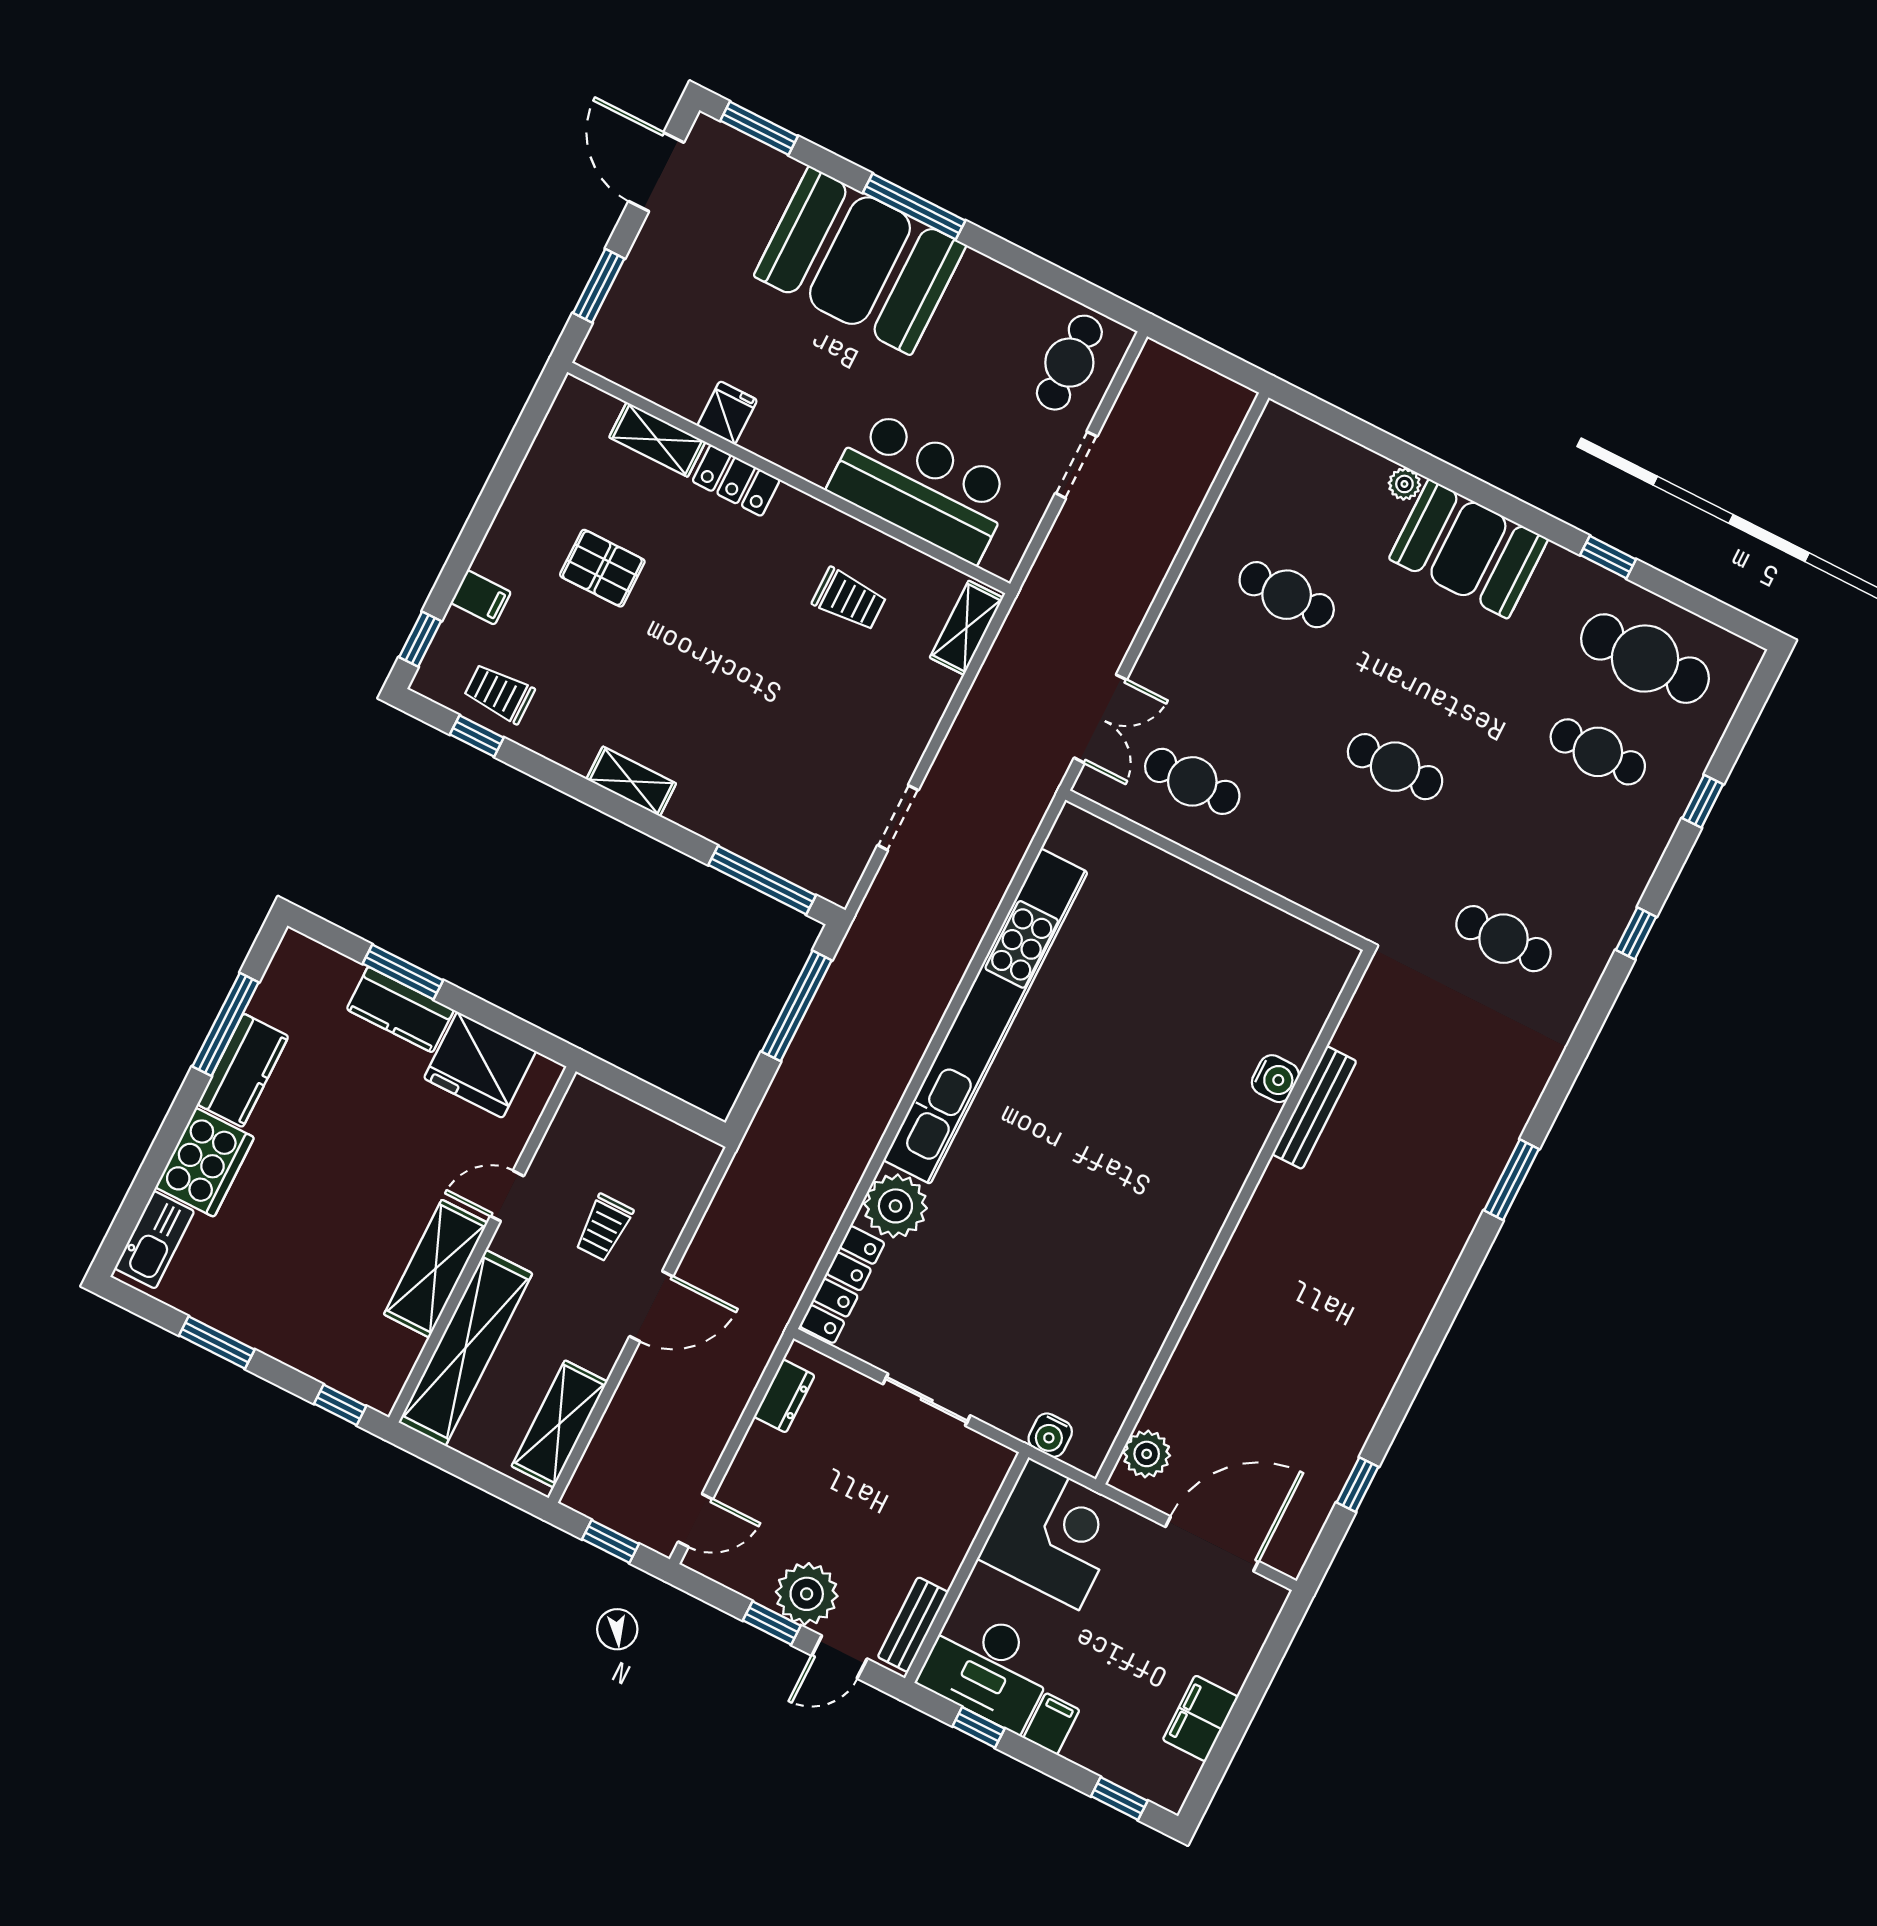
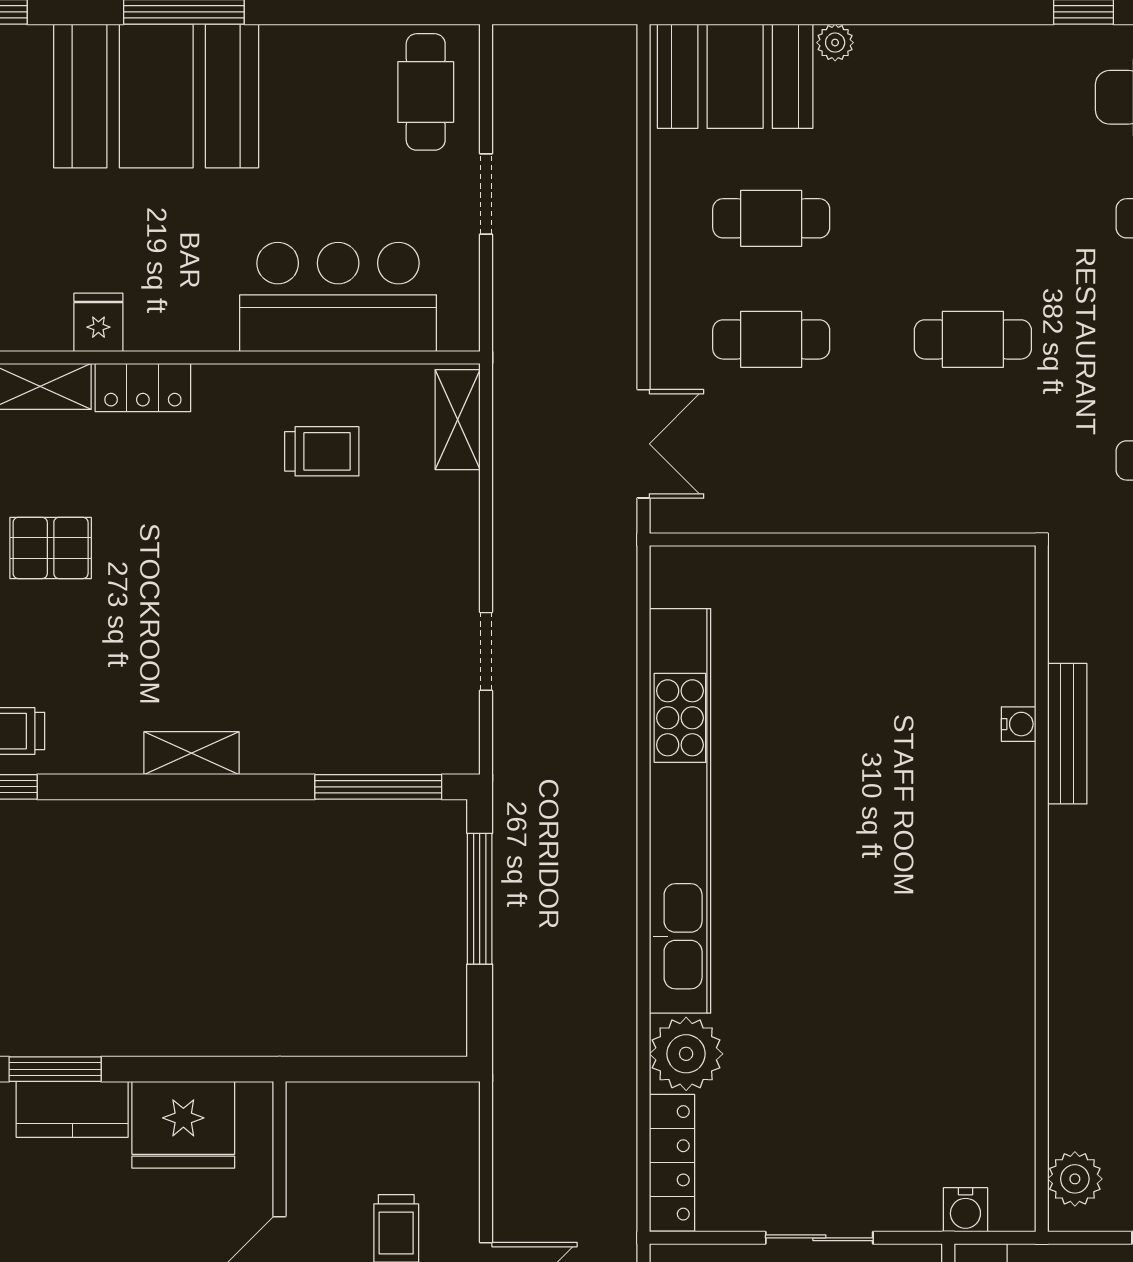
booth: (1468, 549) -> (735, 76), moved
cafe table: (1192, 781) -> (771, 339), moved
water cooler: (1275, 1079) -> (1019, 724), width x0.72, depth x0.72

